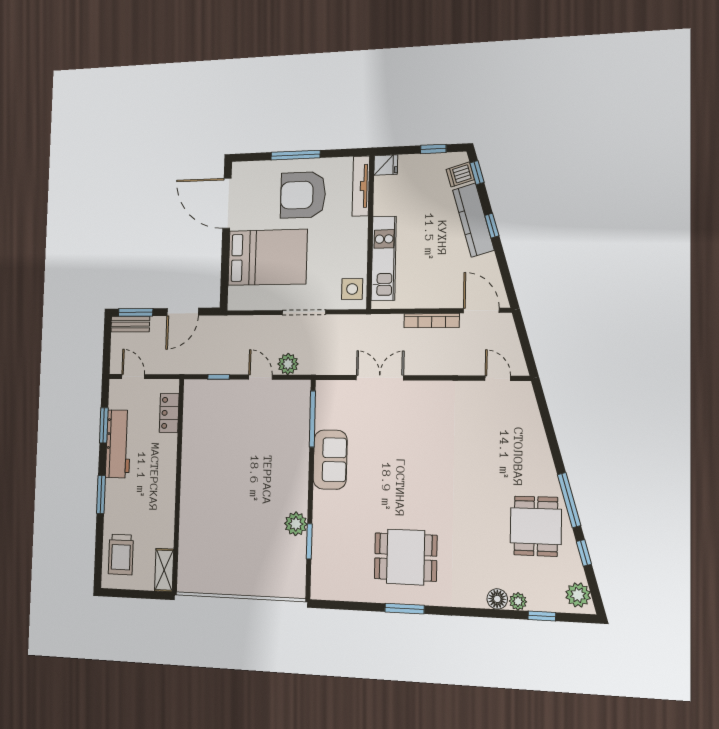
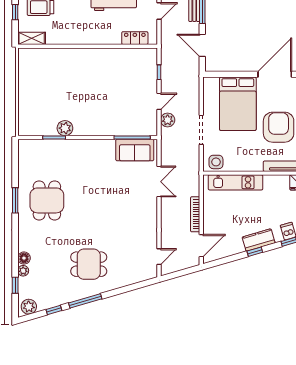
kitchen counter: (473, 220) -> (259, 240), width x0.67
sofa: (330, 460) -> (135, 150), moved
dining table: (536, 526) -> (89, 264), moved
window: (126, 594) -> (15, 12), added

